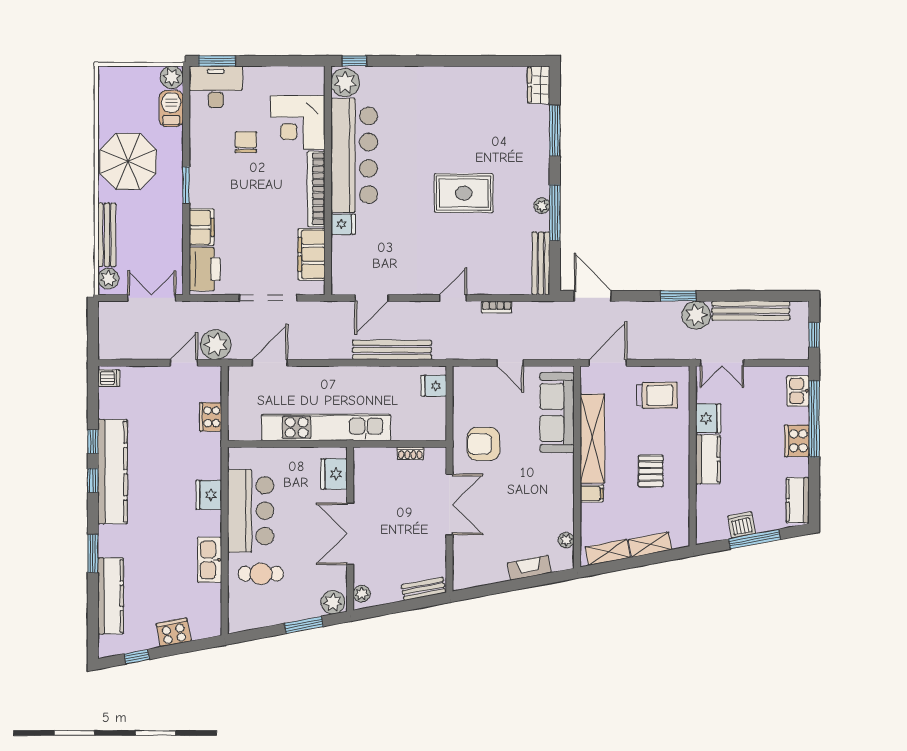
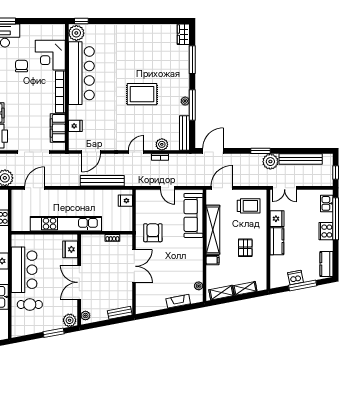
fridge: (343, 224) -> (75, 126), moved
plant: (500, 284) -> (162, 144), added
door: (593, 296) -> (213, 151), hinge flipped
armchair: (484, 444) -> (153, 233), turned 90

